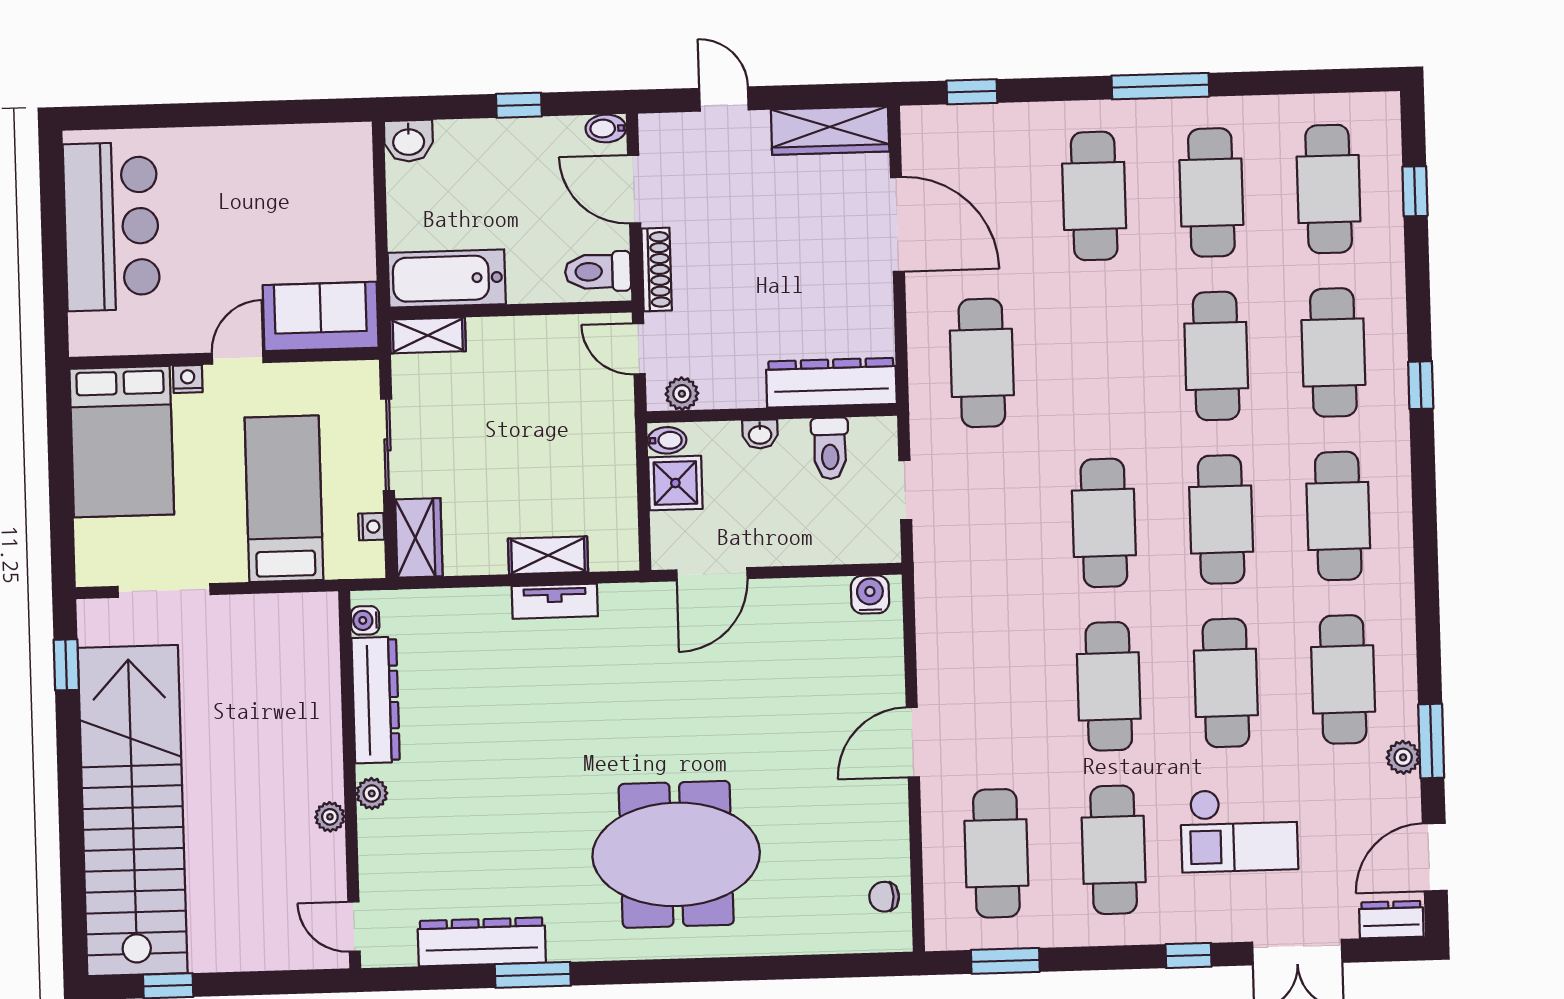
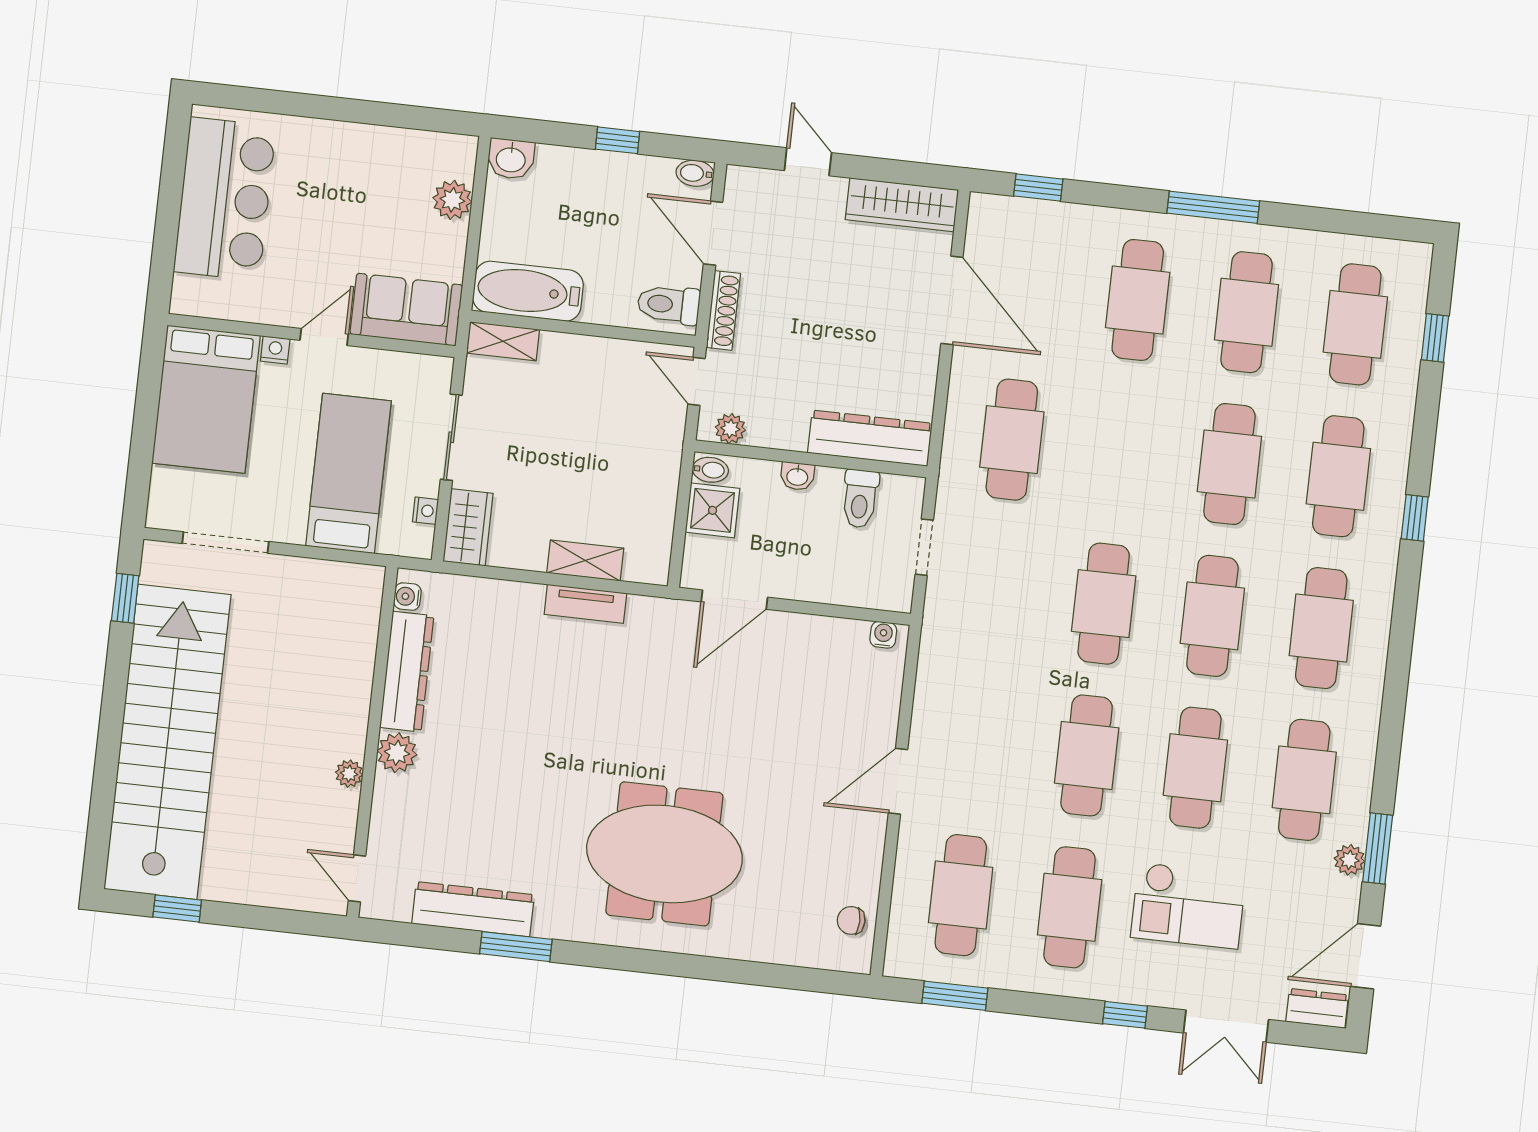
plant: (353, 193) -> (452, 200), added
water cooler: (870, 594) -> (883, 635), width x0.72, depth x0.72
plant: (372, 794) -> (397, 753), width x1.38, depth x1.38

